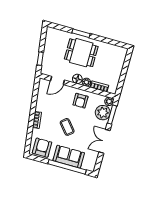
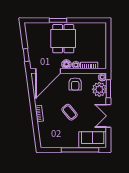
dining table: (81, 53) -> (63, 39), turned 90
door: (57, 80) -> (48, 71), width x1.87
armchair: (42, 148) -> (51, 138), removed
sofa: (69, 157) -> (93, 140), moved

